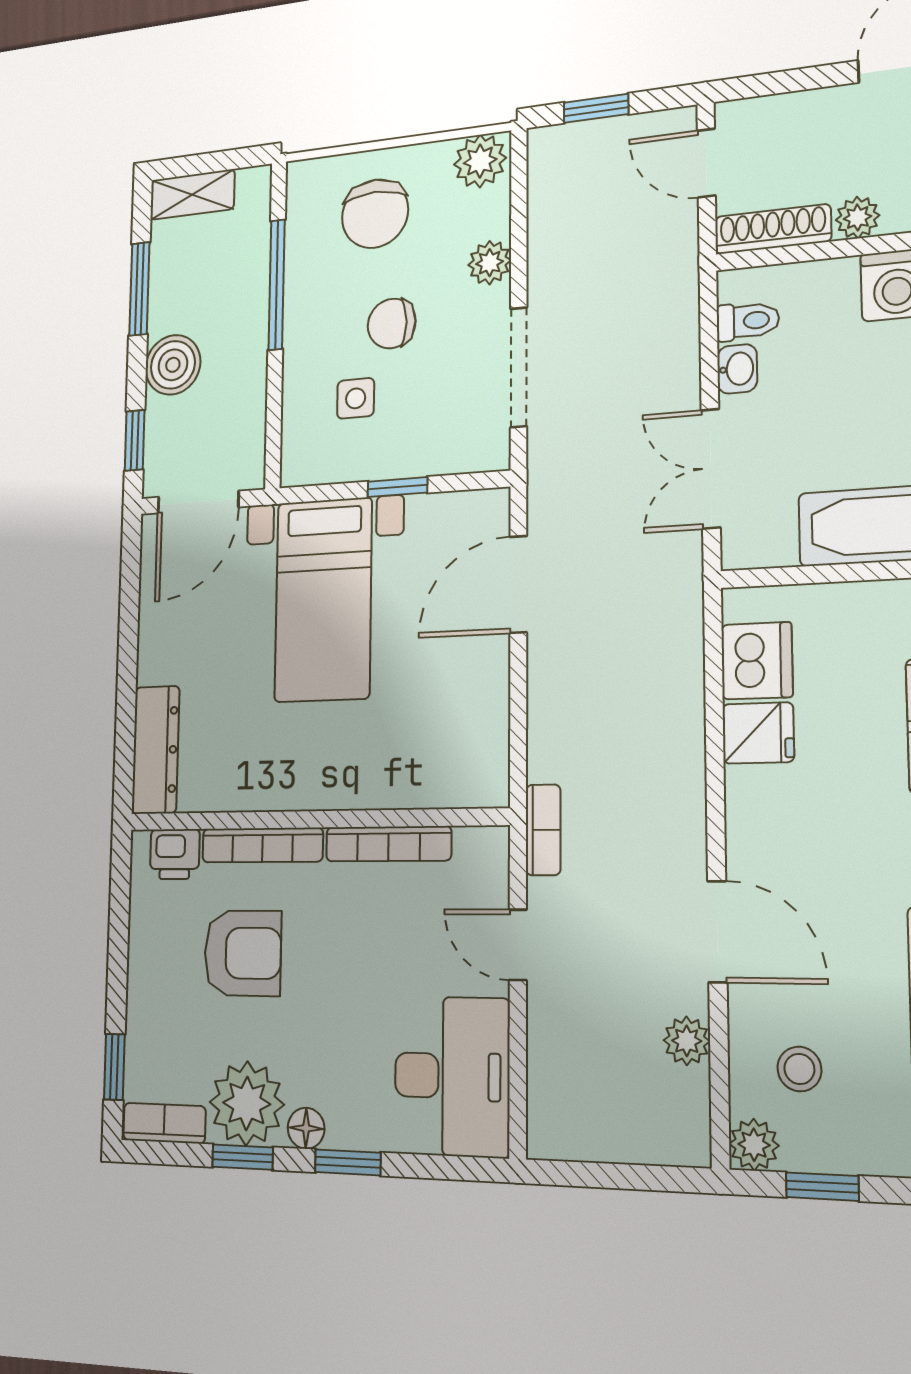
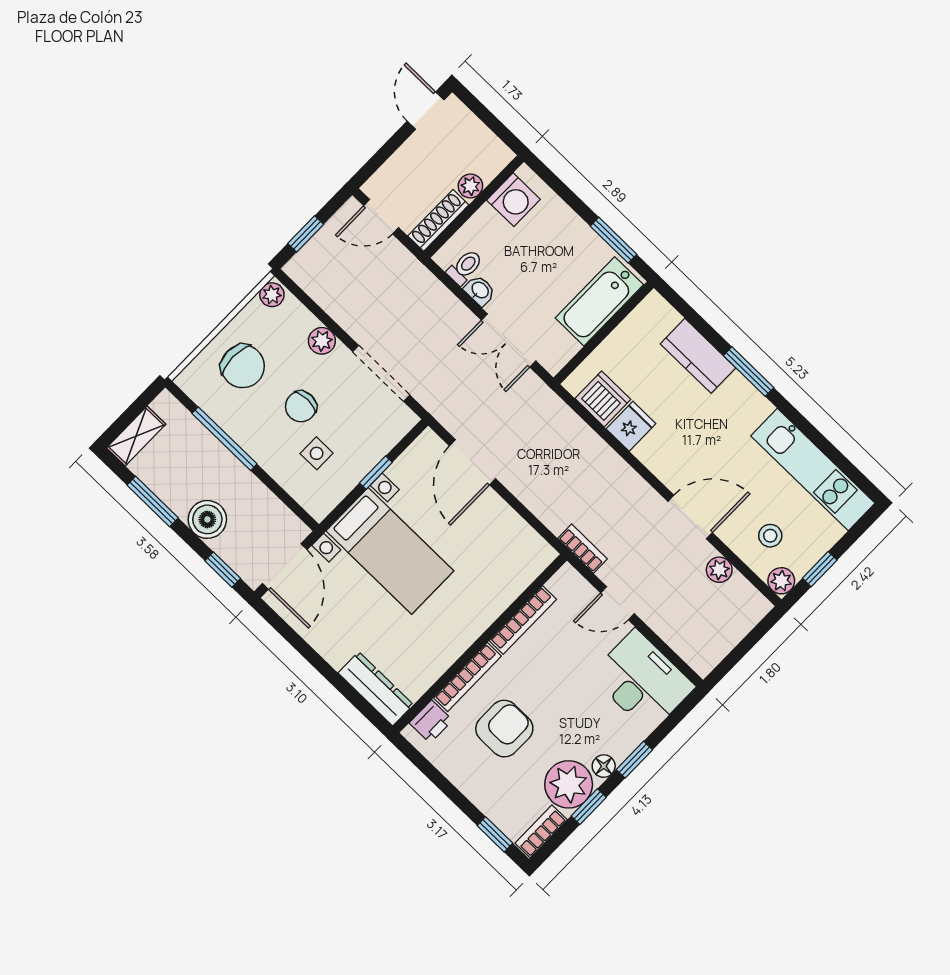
plant: (480, 161) -> (272, 295), width x0.73, depth x0.73

